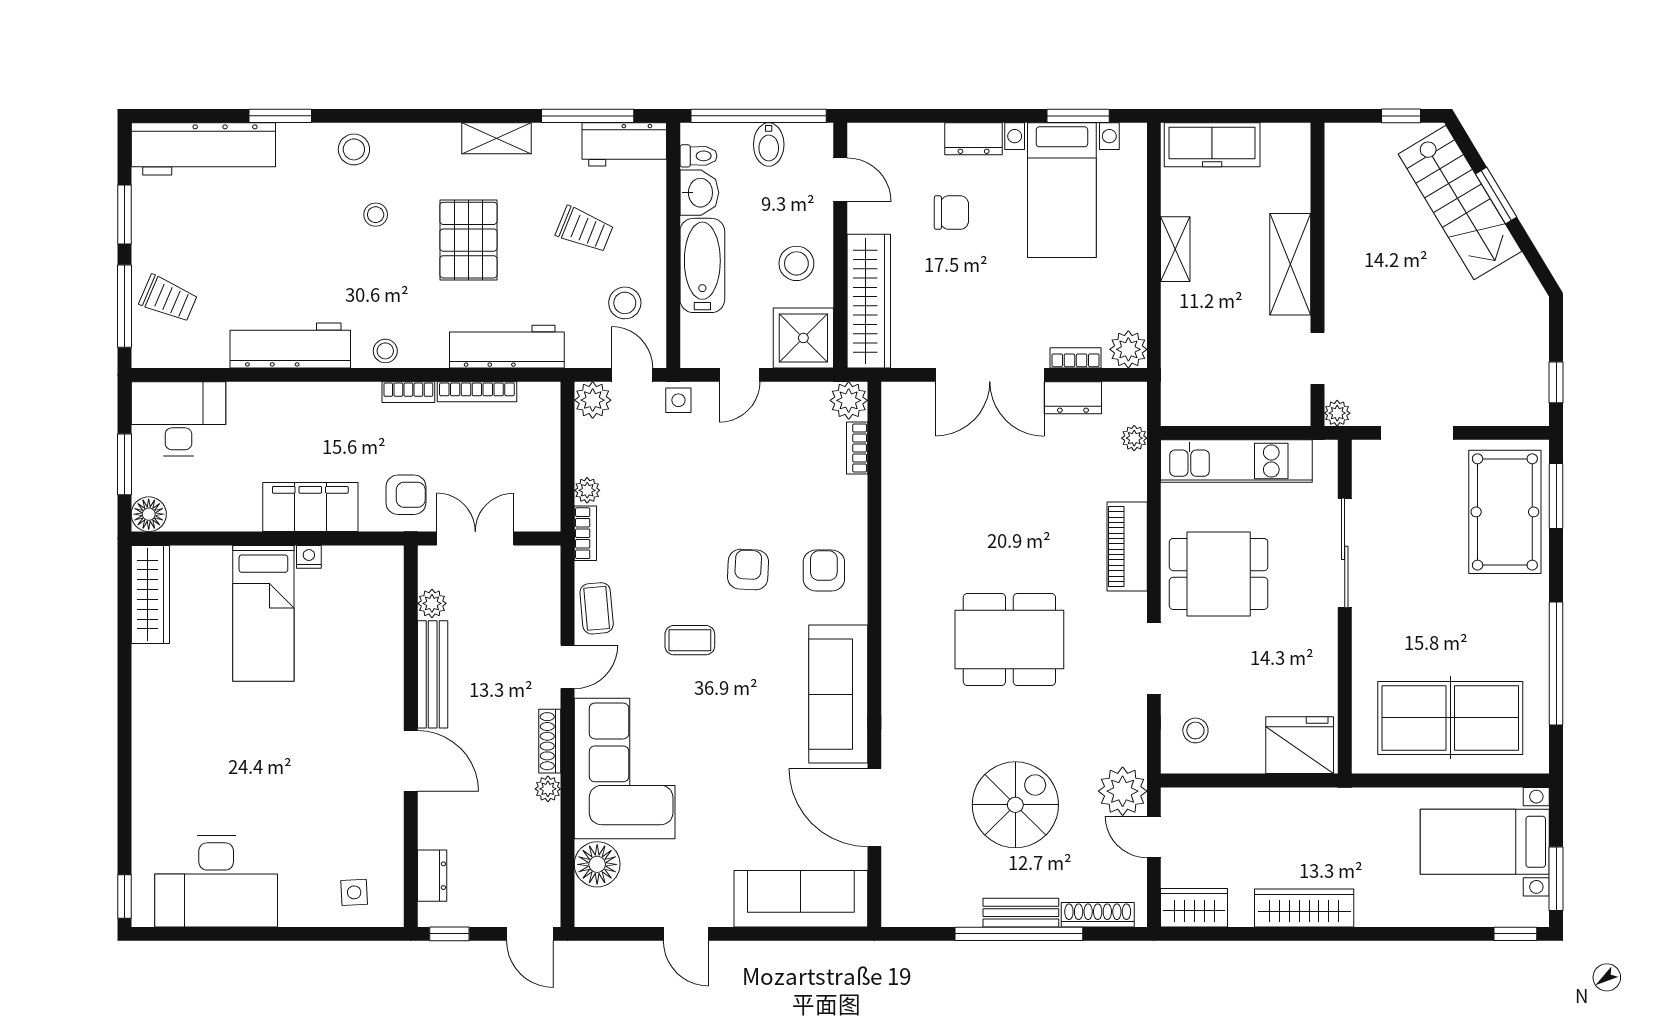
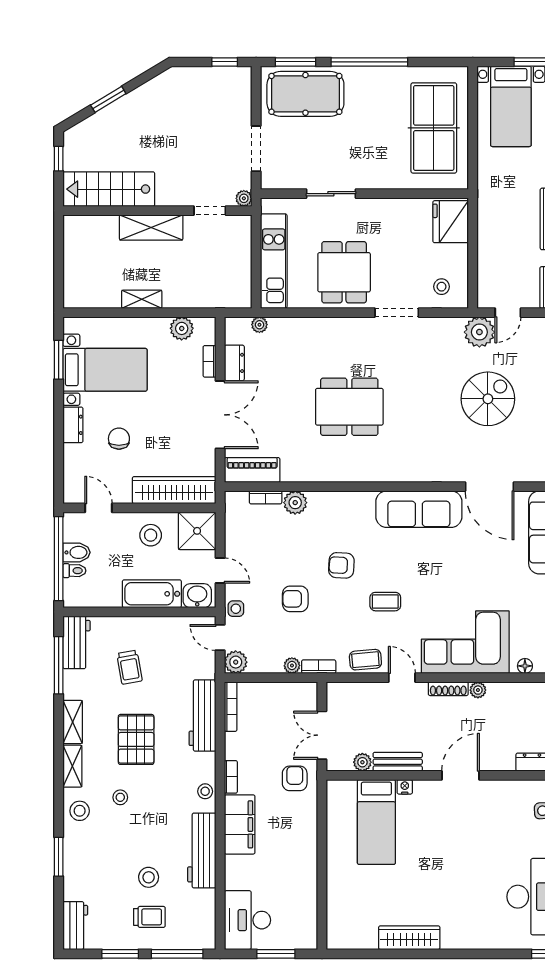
shelving: (426, 138) -> (72, 766), added
freezer: (1212, 145) -> (77, 276), removed
workbench: (203, 149) -> (75, 926), width x0.53, depth x0.76
toilet: (698, 156) -> (74, 571), moved, turned 90
door: (840, 180) -> (99, 508), hinge flipped
washbasin: (699, 193) -> (197, 596), moved
stairs: (1460, 203) -> (109, 189), moved, turned -149
trolley: (584, 229) -> (129, 667), turned 148
pallet: (468, 240) -> (136, 739), turned 90
trolley: (168, 299) -> (149, 917), moved, turned 67
stool: (625, 303) -> (149, 877), moved
plant: (1128, 349) -> (182, 328), moved
door: (632, 375) -> (220, 637), hinge flipped
bookcase: (477, 392) -> (231, 707), moved
plant: (849, 400) -> (295, 503), moved
filing cabinet: (310, 507) -> (240, 824), moved, turned 180
floor lamp: (149, 514) -> (307, 939), removed
piano: (1127, 547) -> (252, 470), moved, turned 180
sliding door: (1345, 553) -> (331, 194), width x0.73
nightstand: (309, 557) -> (405, 787), moved, turned 90
armchair: (824, 570) -> (295, 599), moved
wardrobe: (150, 594) -> (409, 938), moved
bed: (263, 613) -> (376, 822), moved, turned 90
dining table: (1009, 639) -> (349, 407), moved, turned 90
coffee table: (690, 640) -> (385, 602), turned 90
window: (1556, 663) -> (369, 62), moved
bench: (433, 674) -> (398, 762), width x0.73
spiral stairs: (1015, 805) -> (488, 399), turned 90
door: (874, 808) -> (490, 487), hinge flipped
floor lamp: (597, 864) -> (525, 666), width x0.53, depth x0.53

